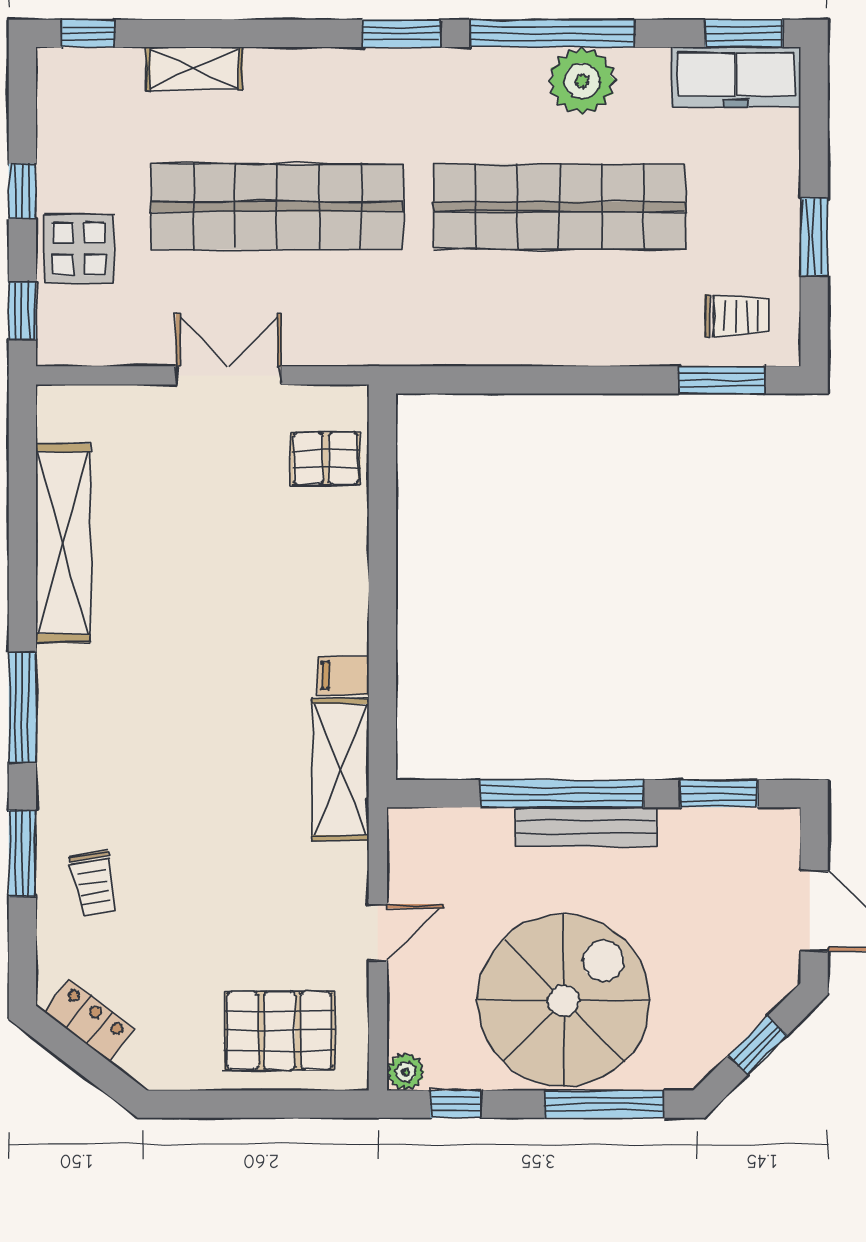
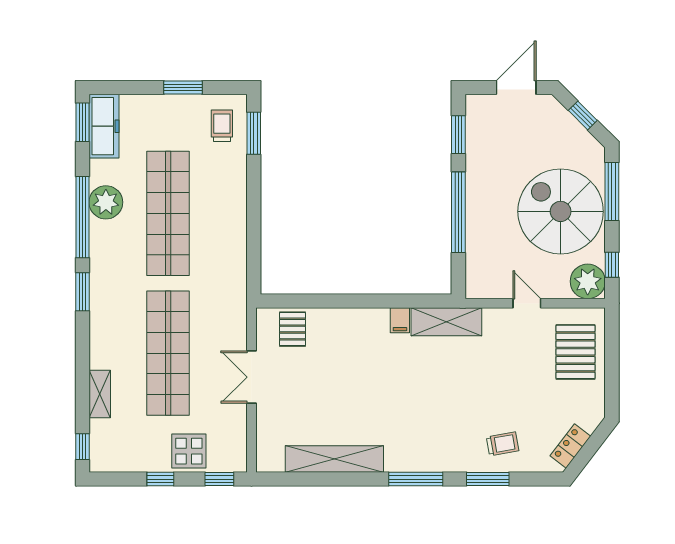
bench: (586, 827) -> (475, 200), removed
plant: (406, 1072) -> (588, 281), width x1.88, depth x1.88

